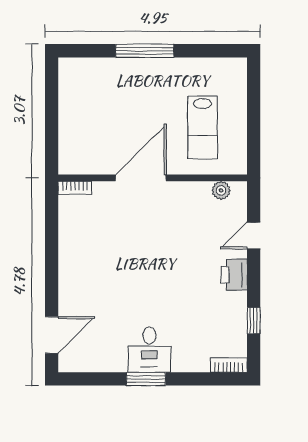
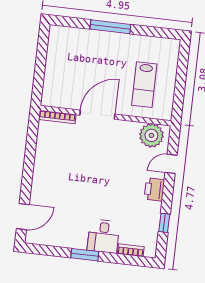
bookcase: (75, 188) -> (57, 117), width x1.56
plant: (221, 190) -> (151, 135), width x1.87, depth x1.87
desk: (149, 350) -> (103, 236), moved
bookcase: (229, 365) -> (131, 250), moved

